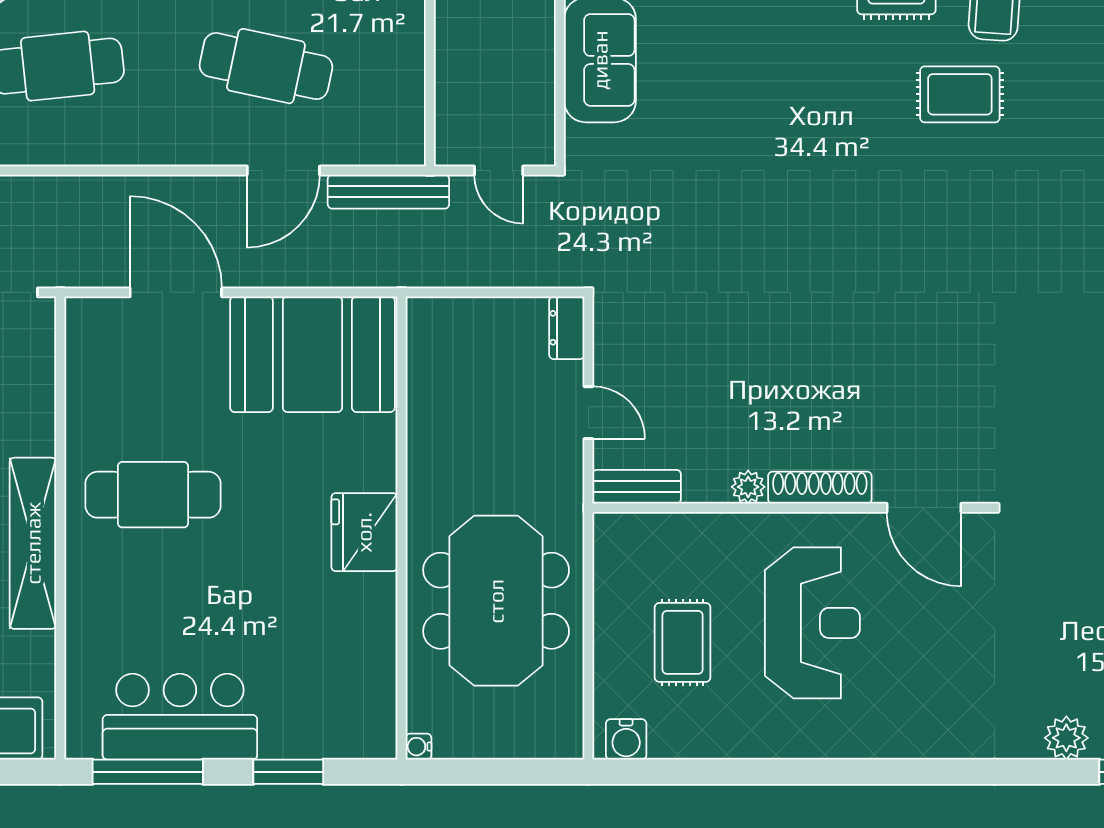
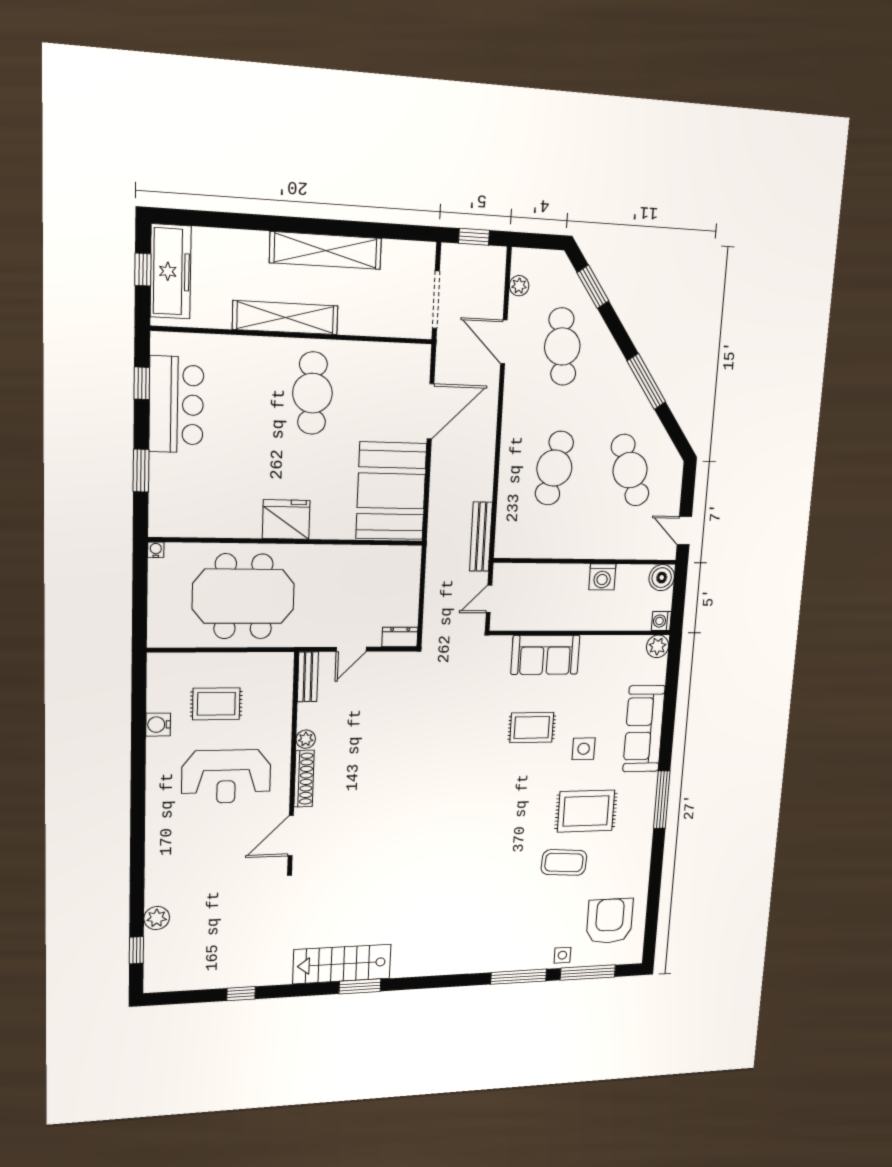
rug: (960, 94) -> (532, 727), moved, turned 90
door: (283, 171) -> (504, 342), moved
water cooler: (626, 739) -> (158, 725), moved
window: (148, 772) -> (142, 383), width x0.46

